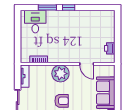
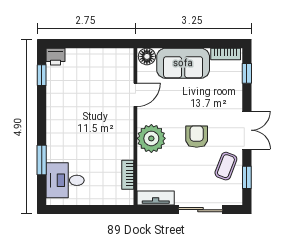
window: (69, 7) -> (42, 75), moved
printer: (110, 48) -> (56, 57), moved
floor lamp: (110, 71) -> (147, 56), added

